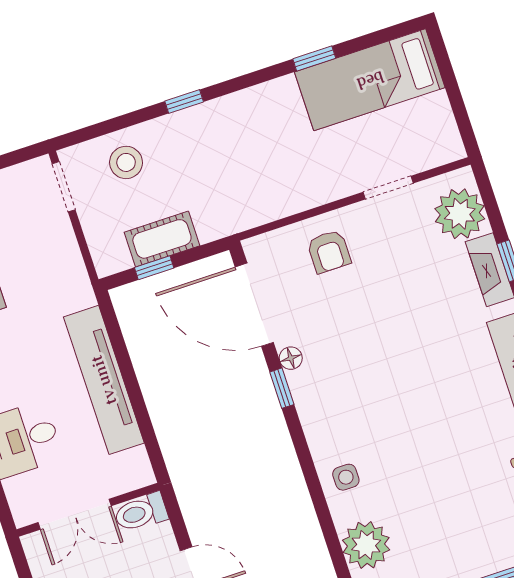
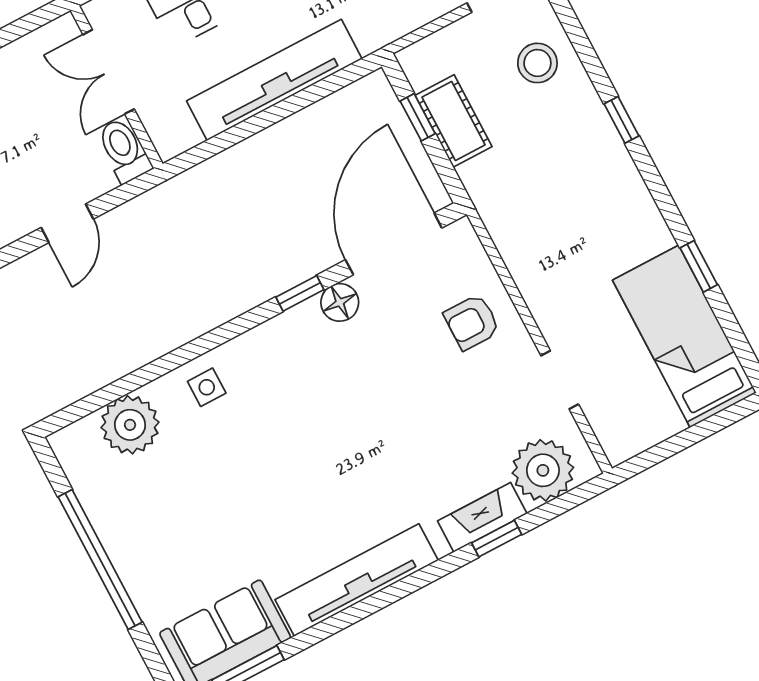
floor lamp: (291, 358) -> (340, 302), width x1.37, depth x1.37

